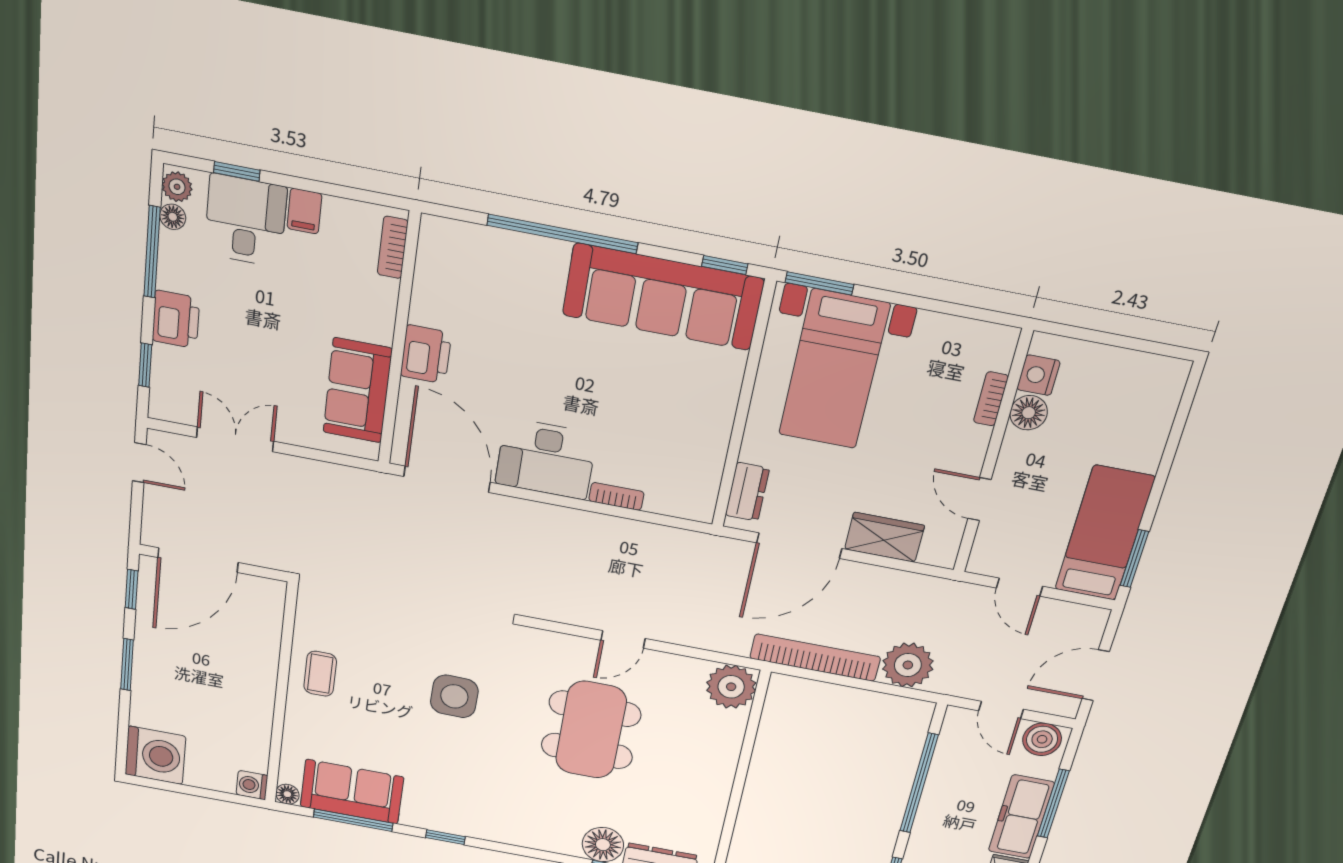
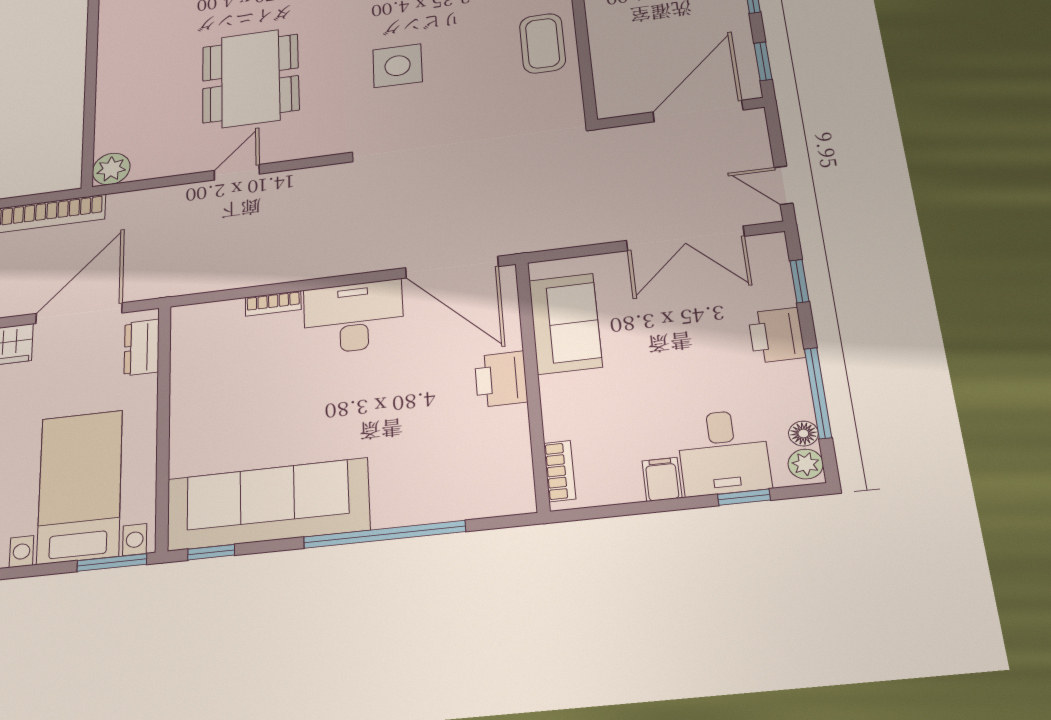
double door: (235, 439) -> (685, 238), width x1.37
coffee table: (320, 674) -> (543, 43), width x1.36, depth x1.30
plant: (731, 687) -> (111, 169), width x0.73, depth x0.73

